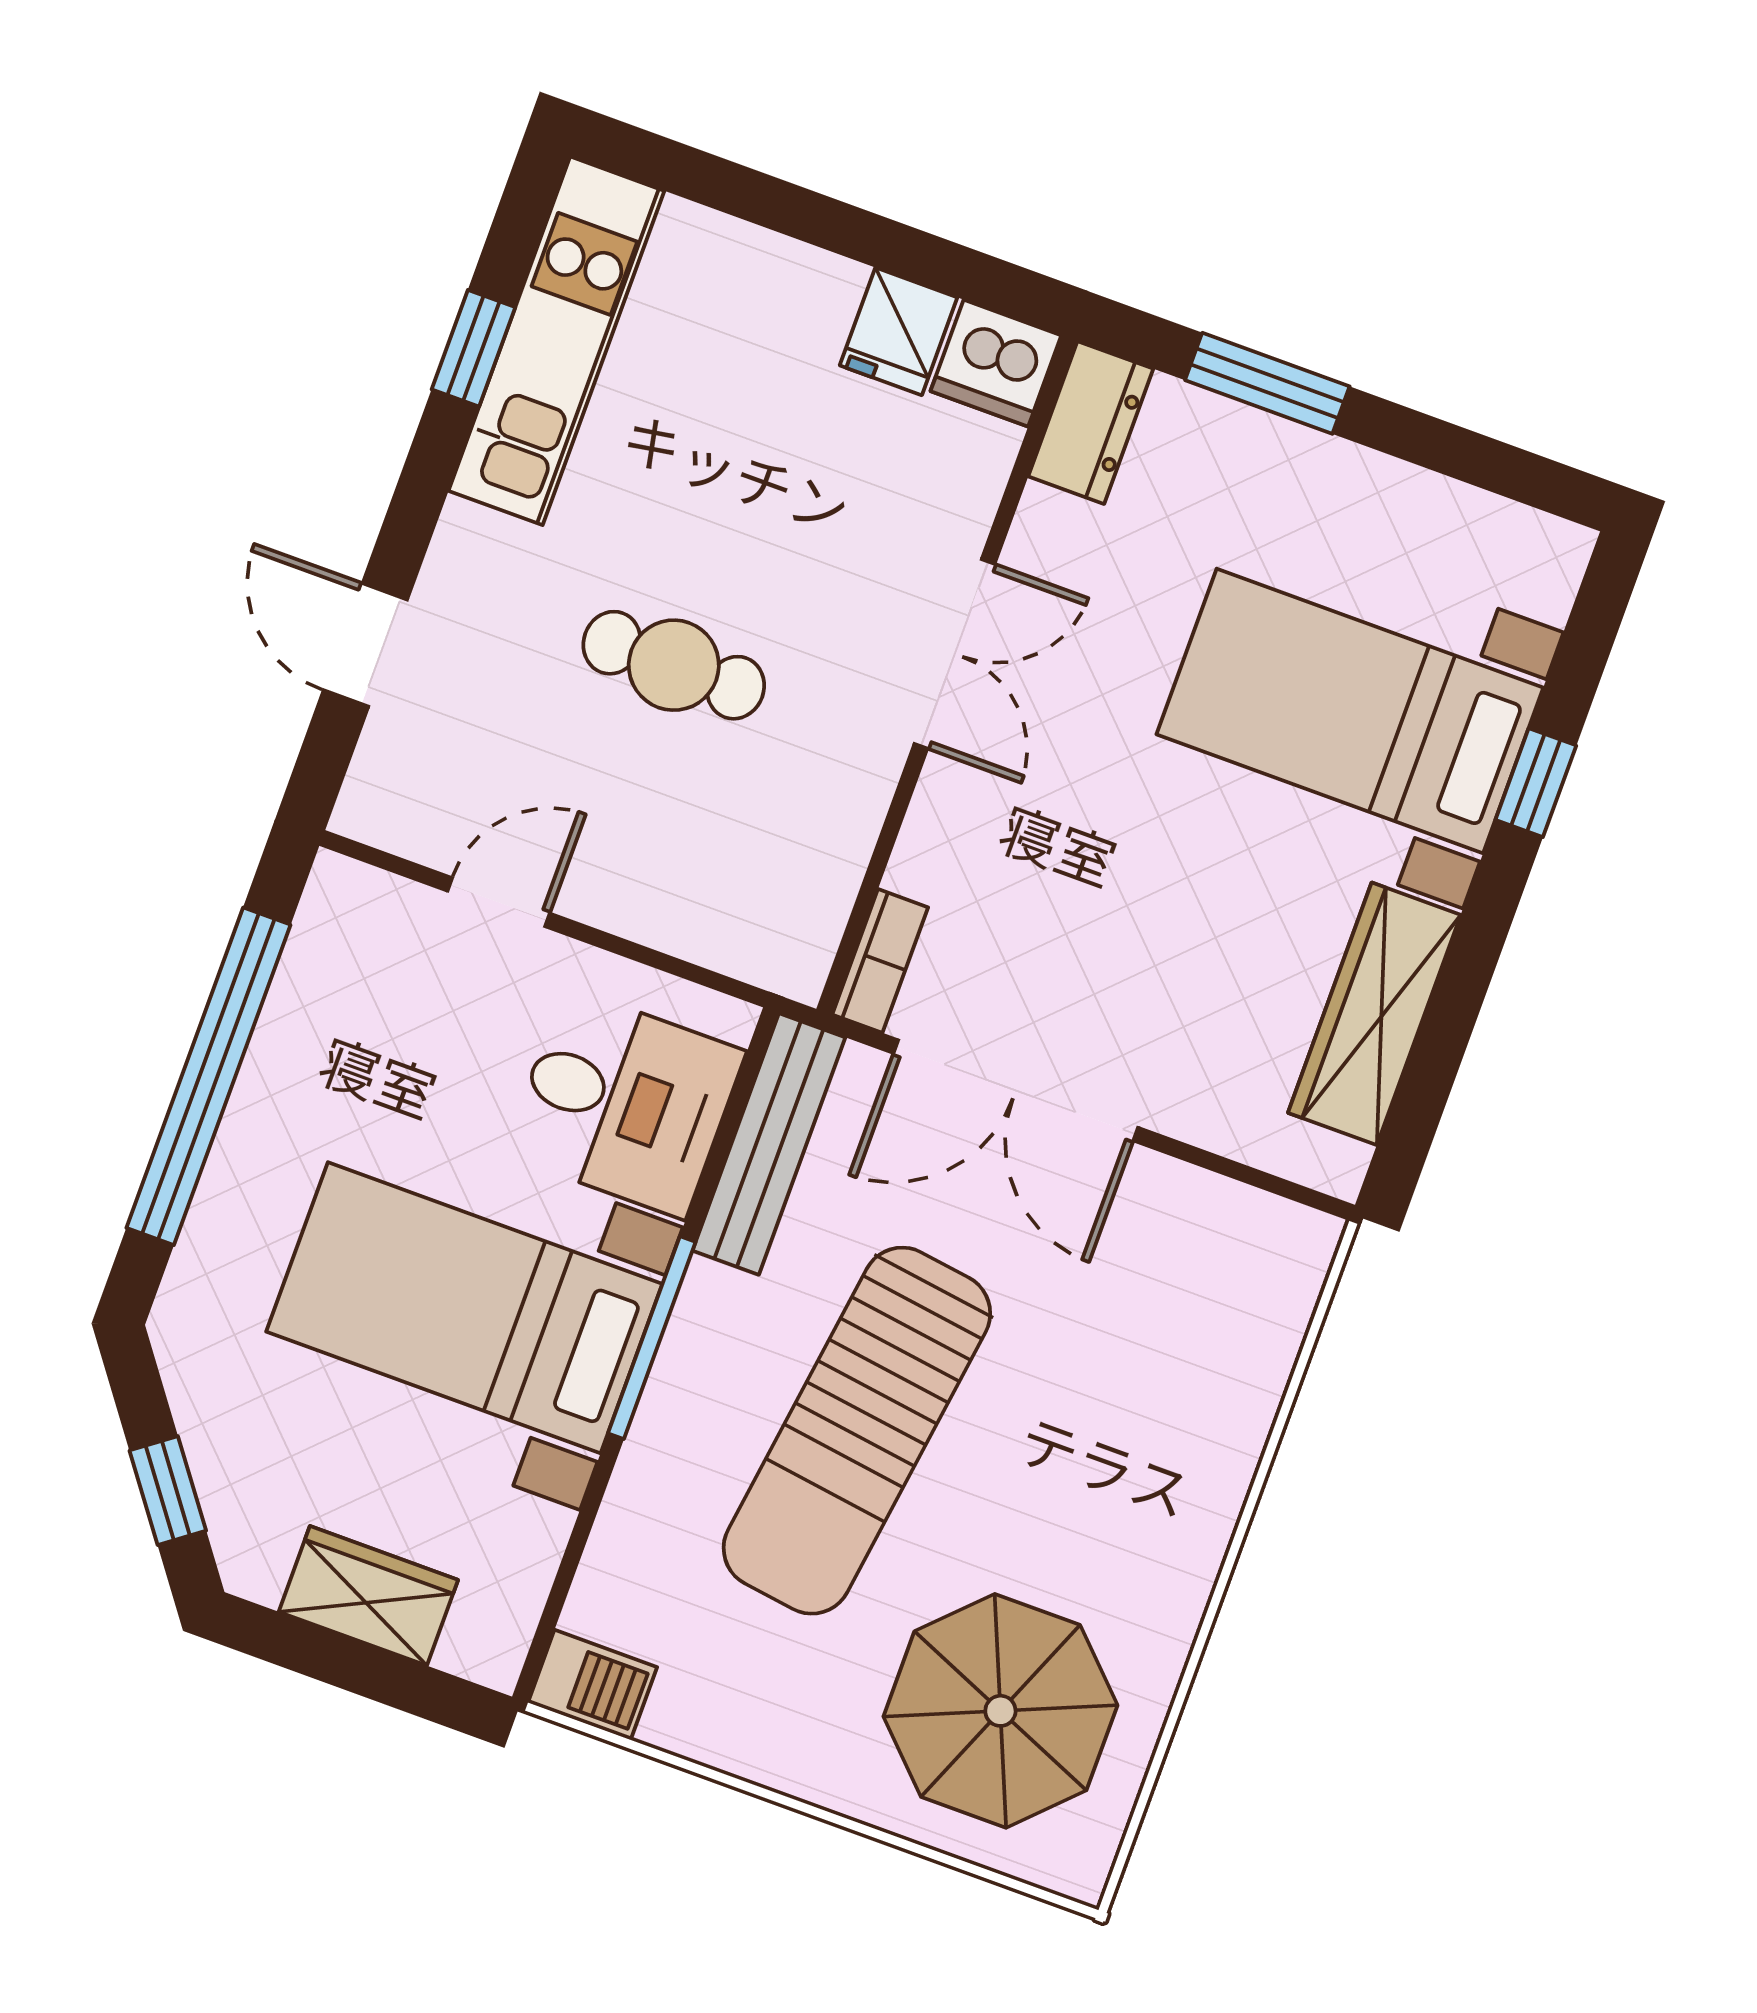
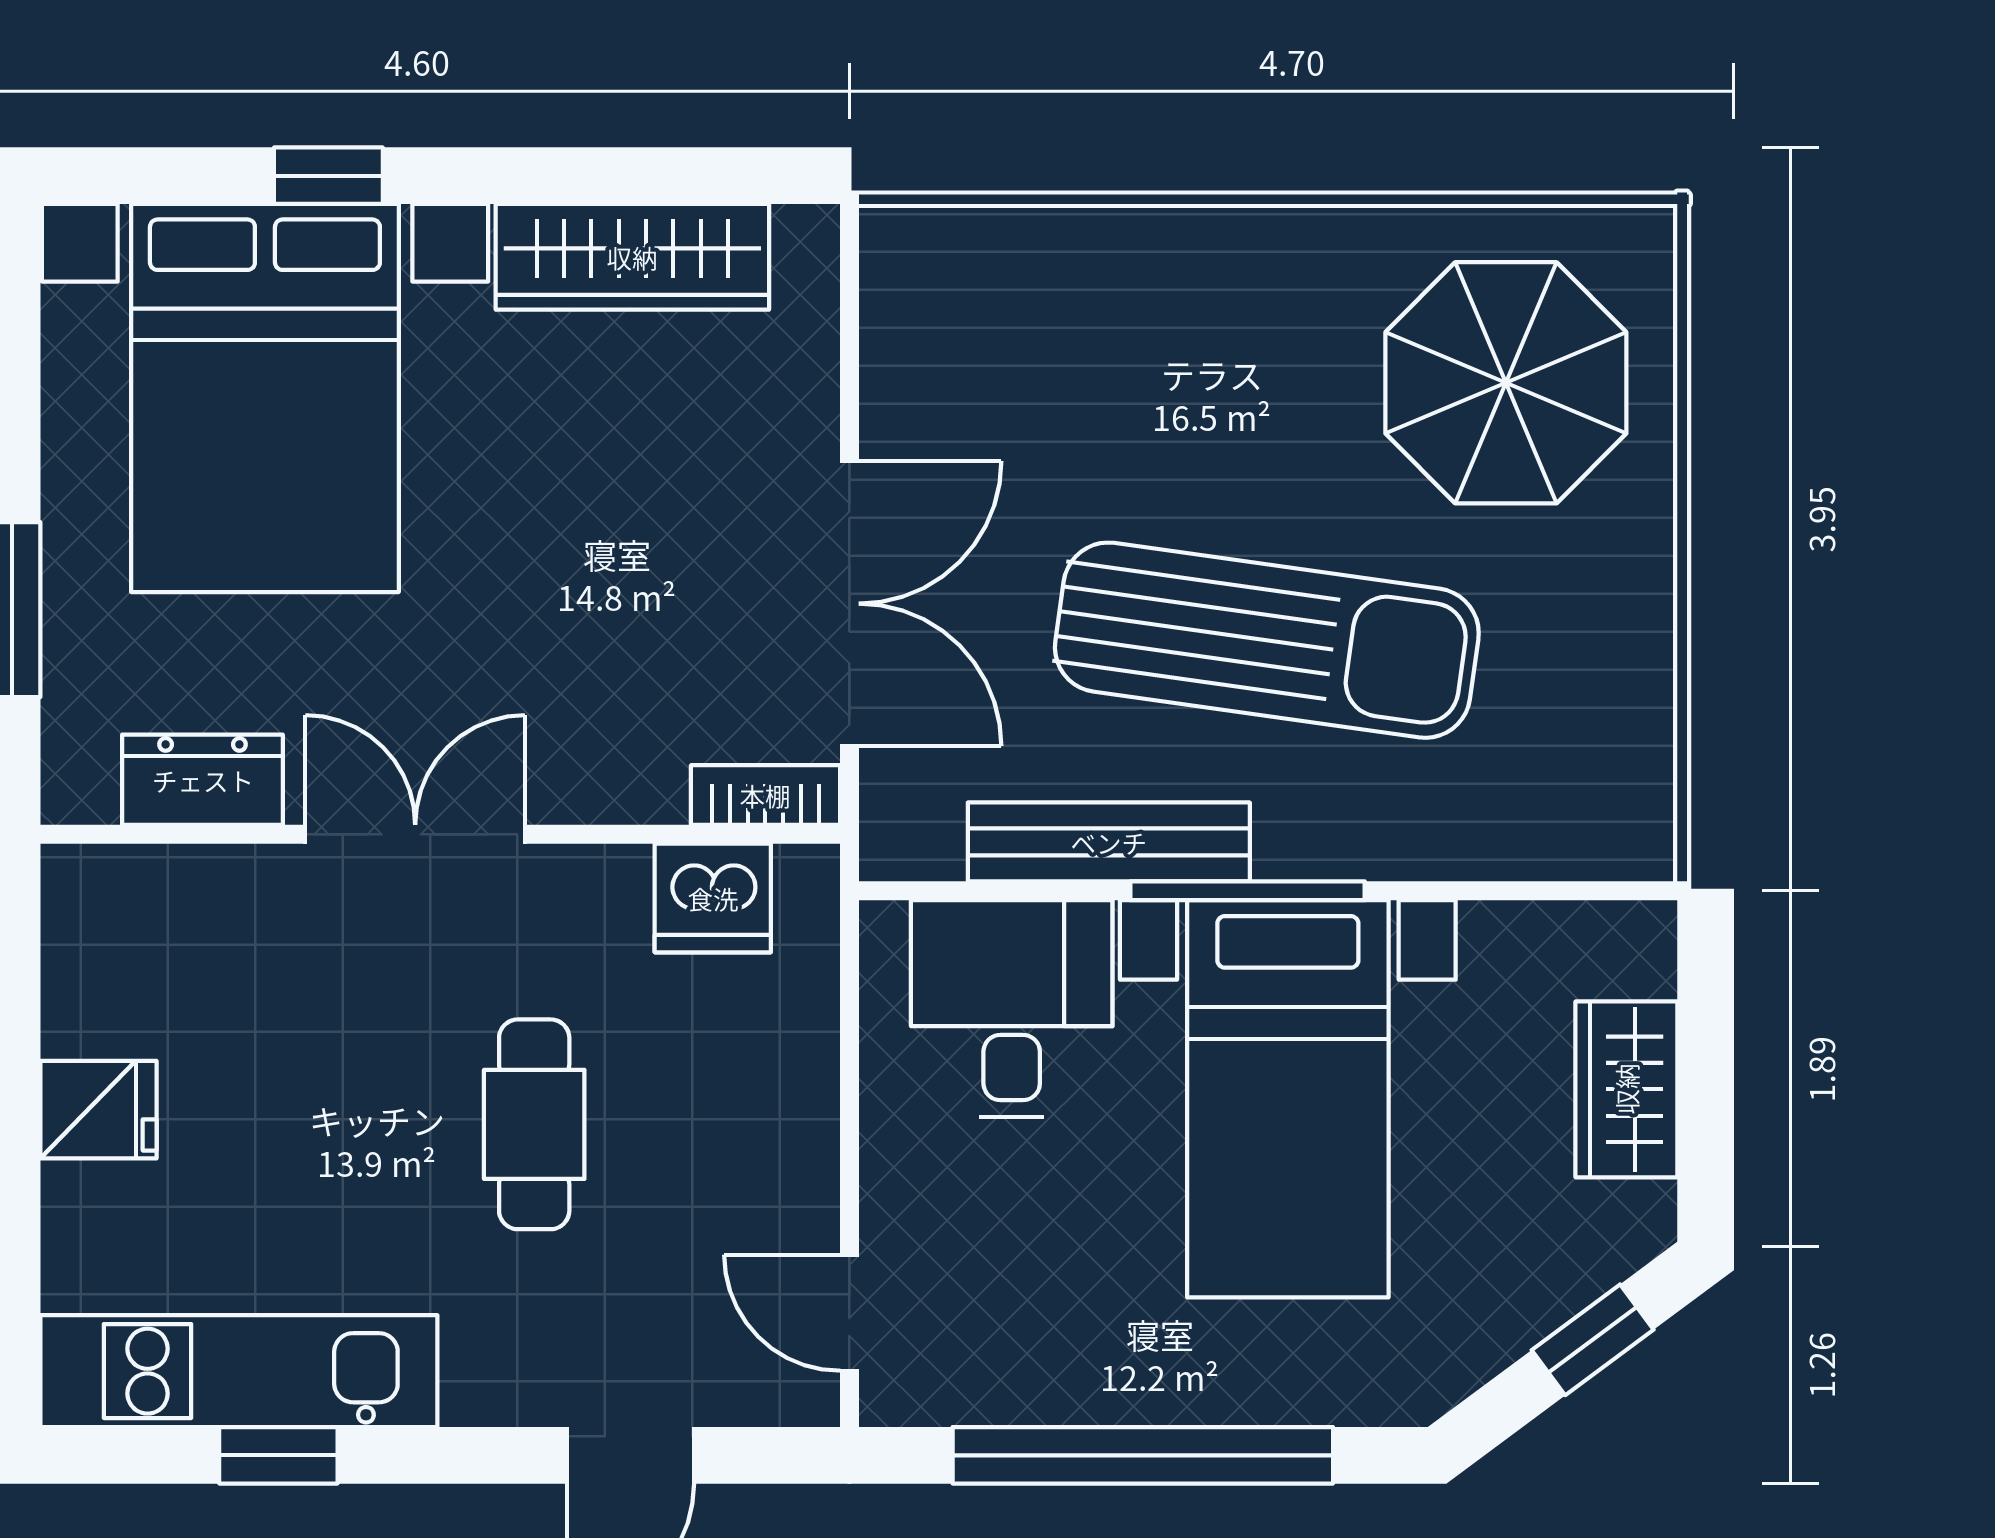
fridge: (899, 331) -> (98, 1110), moved
dishwasher: (996, 363) -> (713, 898), moved, turned 90
dresser: (1091, 423) -> (203, 780), moved
bed with nightstands: (1350, 711) -> (265, 398), width x1.36
door: (499, 902) -> (849, 1313), moved
bench: (769, 1144) -> (1109, 842), moved
barbecue: (593, 1685) -> (1634, 820), removed

